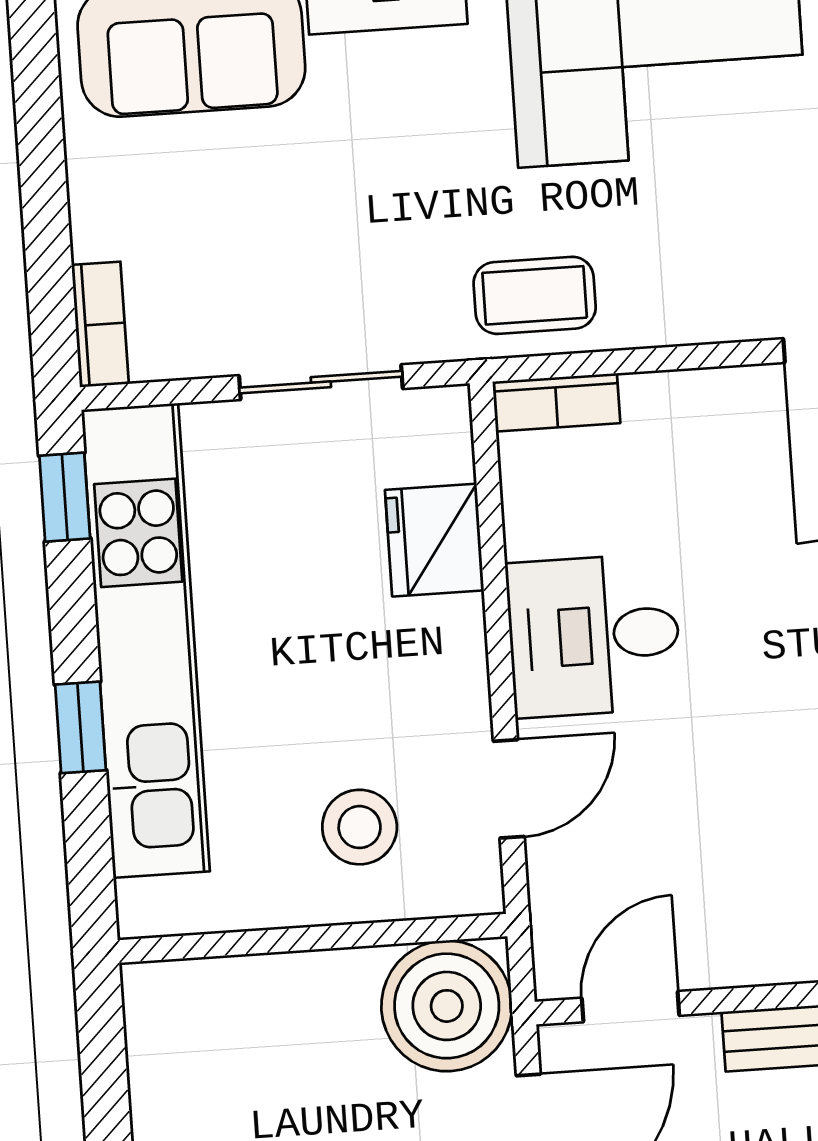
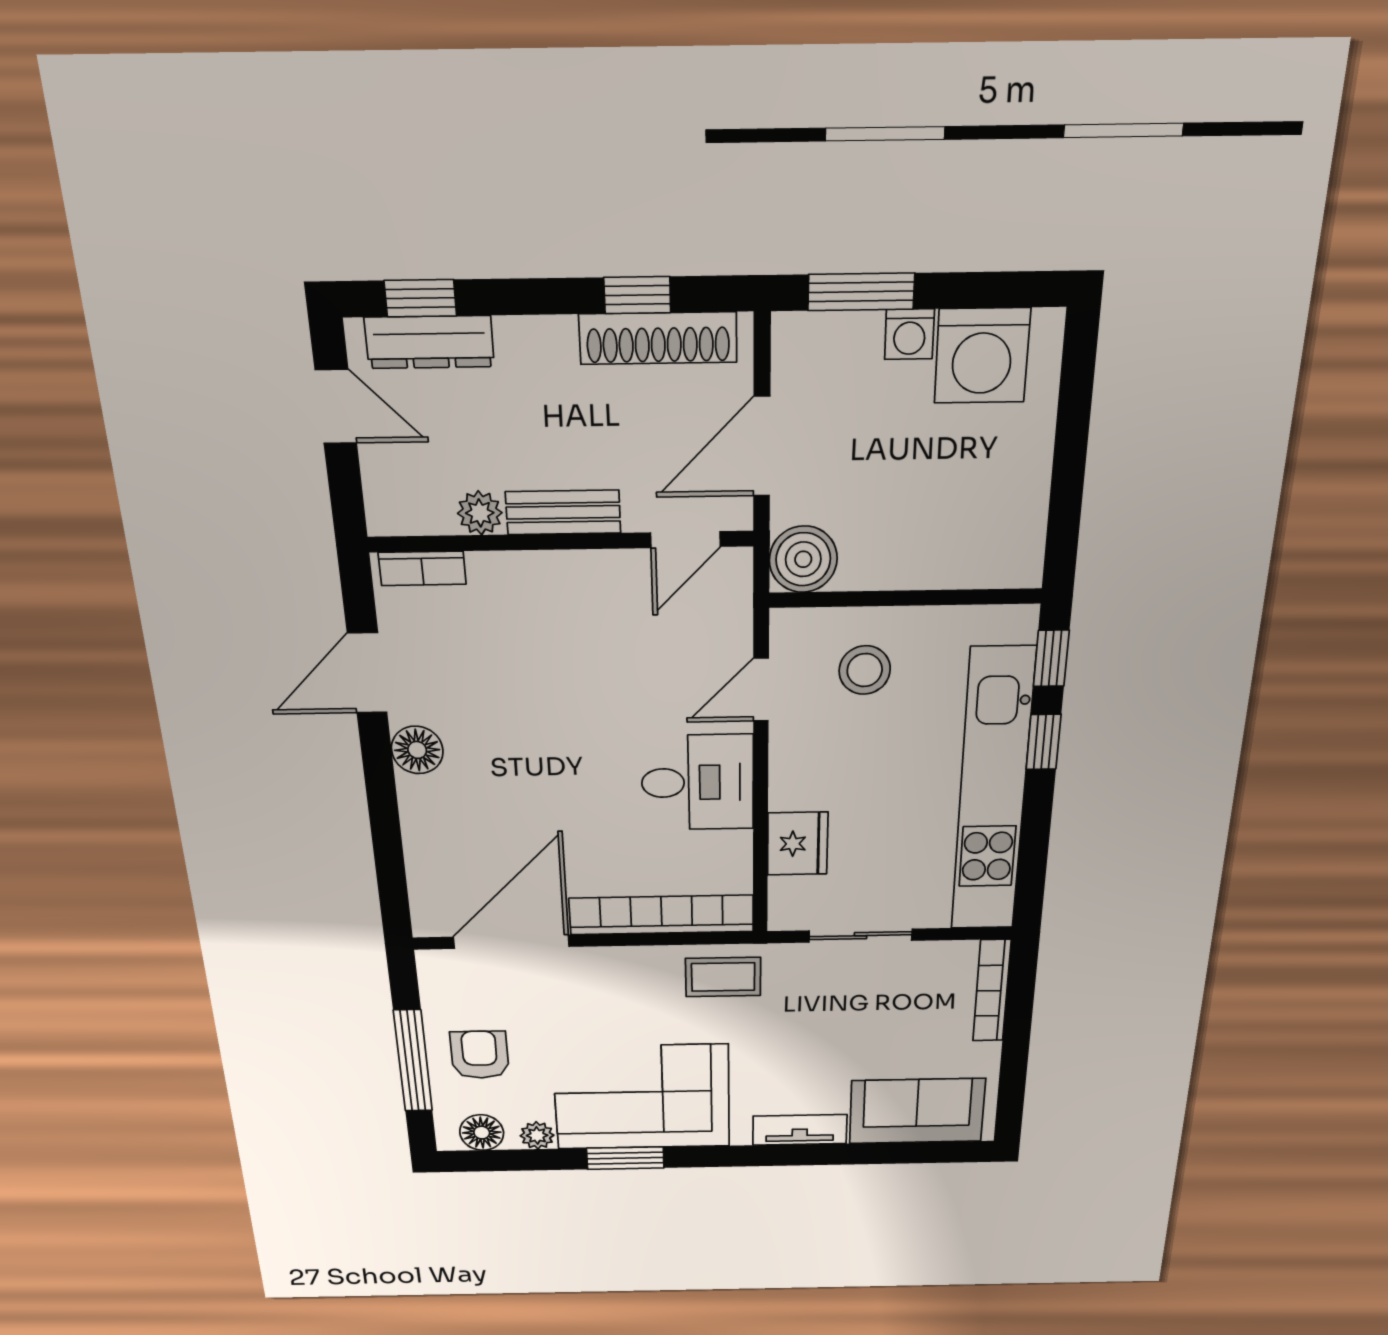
bookcase: (100, 324) -> (992, 991), width x1.56
bookcase: (556, 402) -> (661, 915), width x2.31, depth x1.31
window: (65, 497) -> (1051, 658), moved
boiler: (447, 1006) -> (803, 559), width x0.73, depth x0.73

